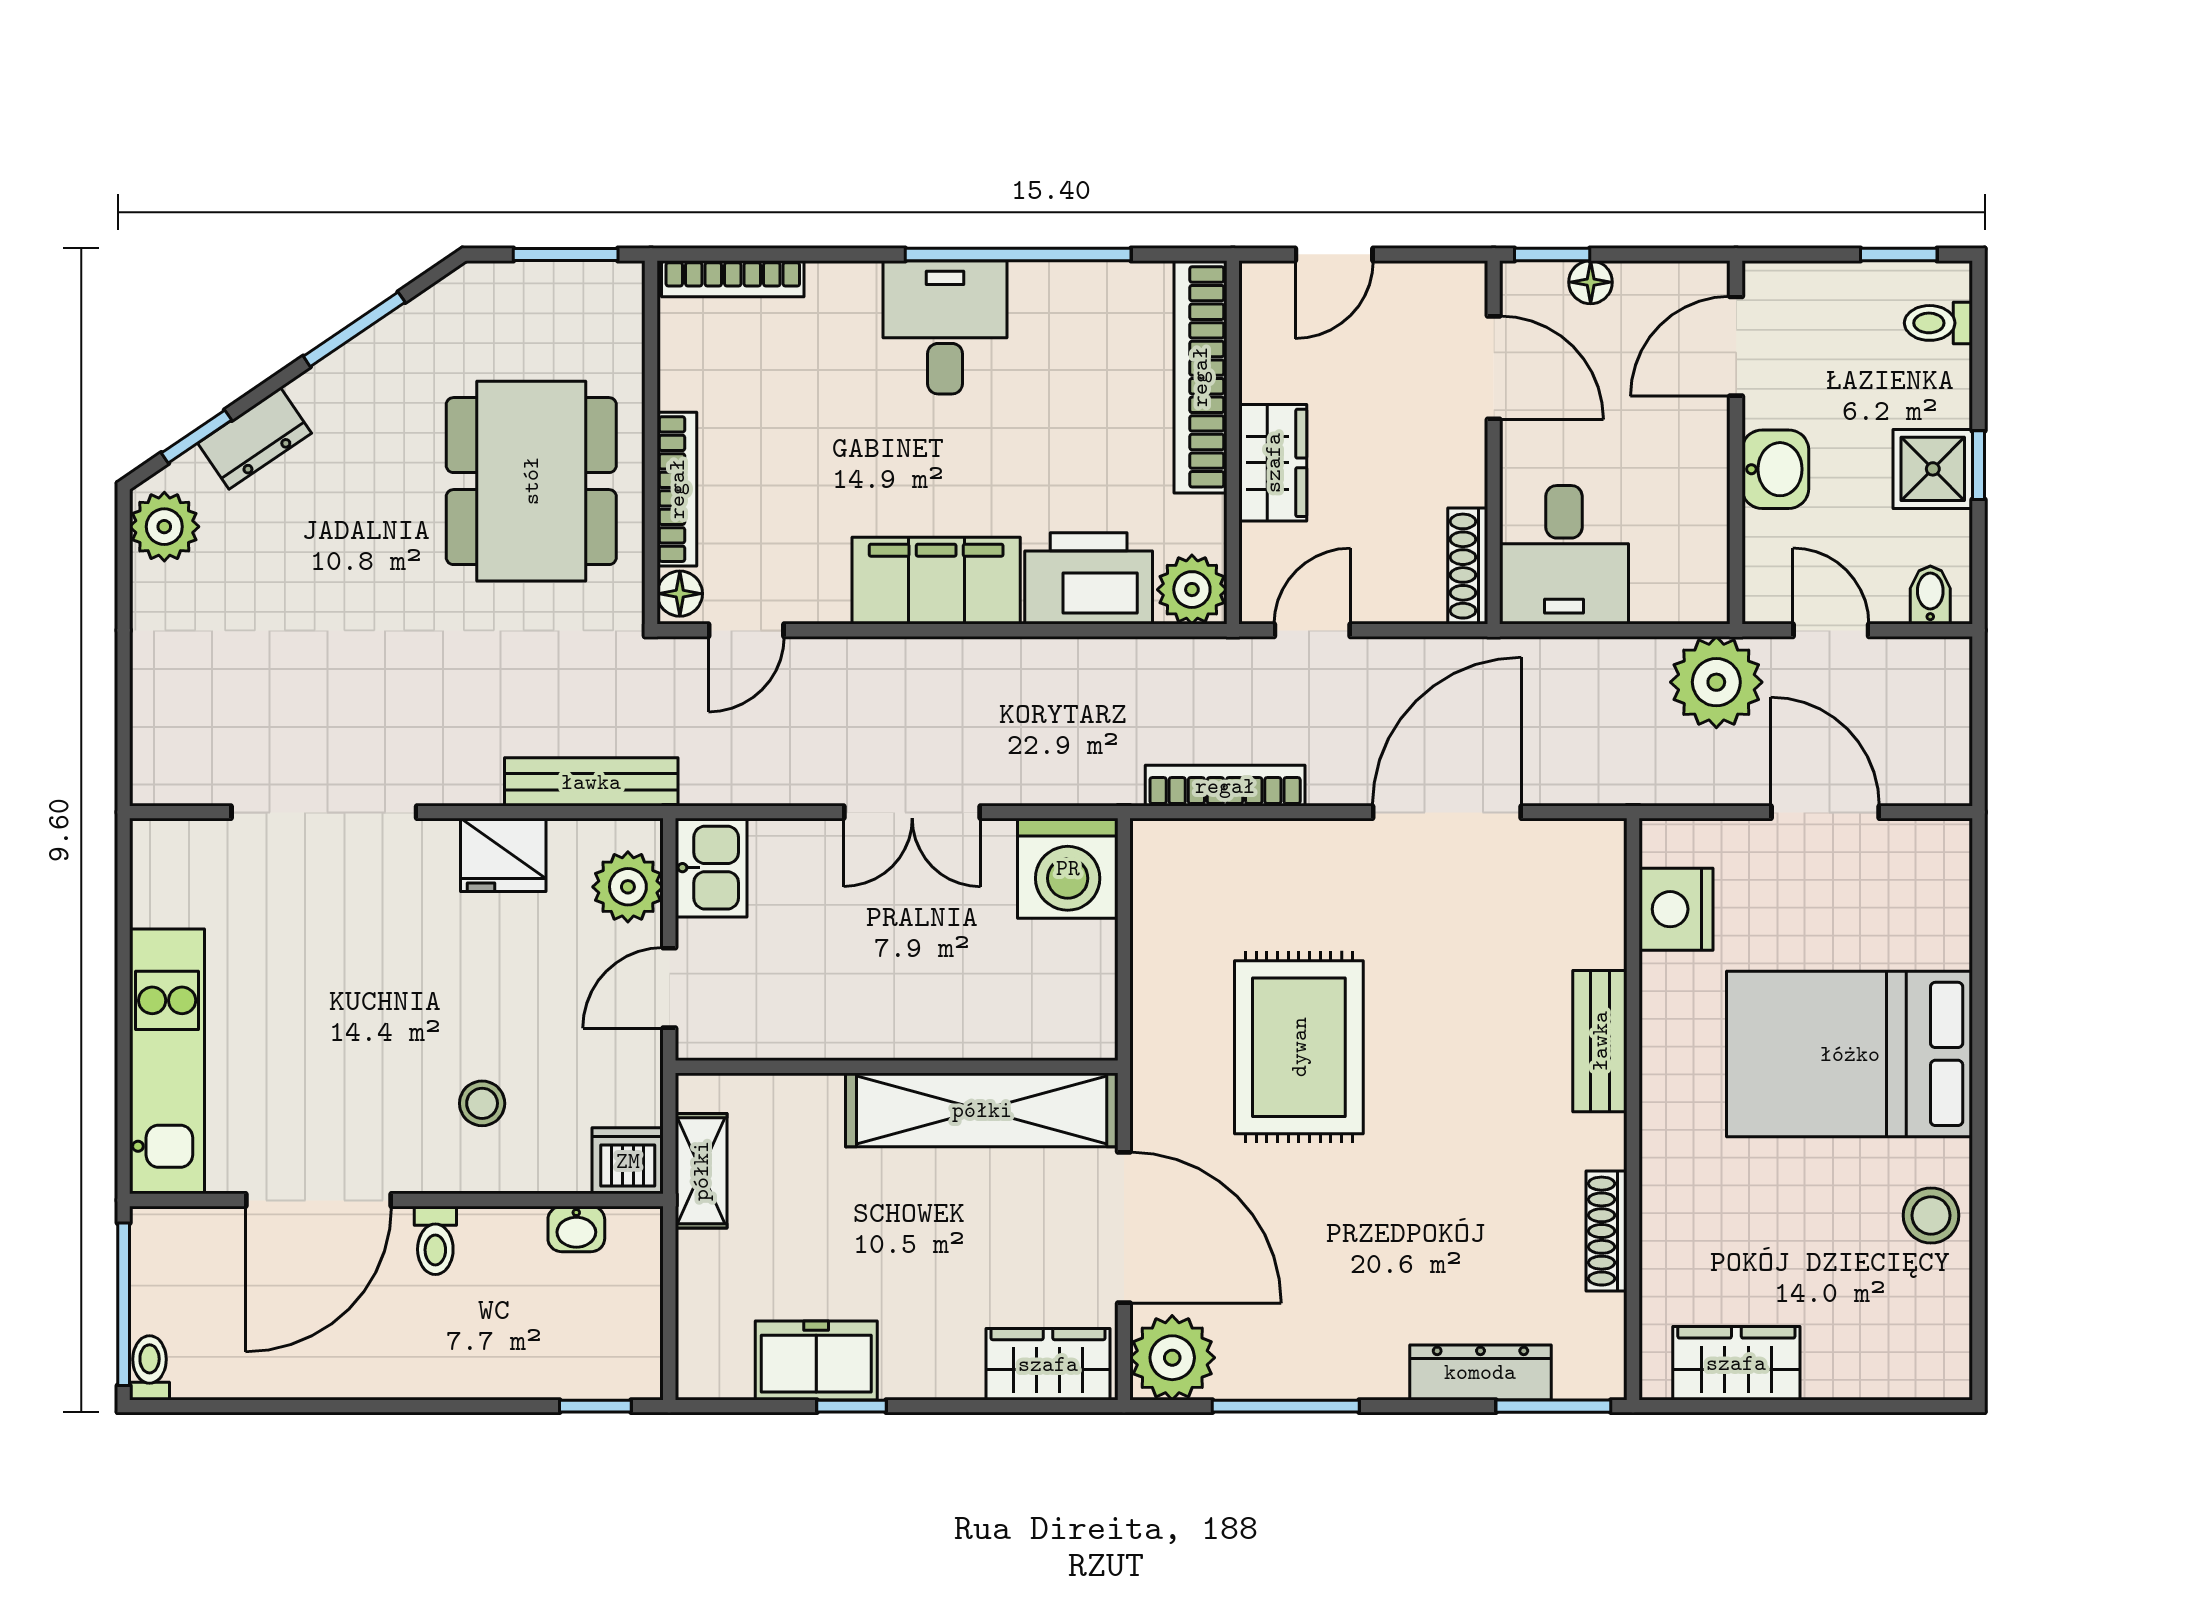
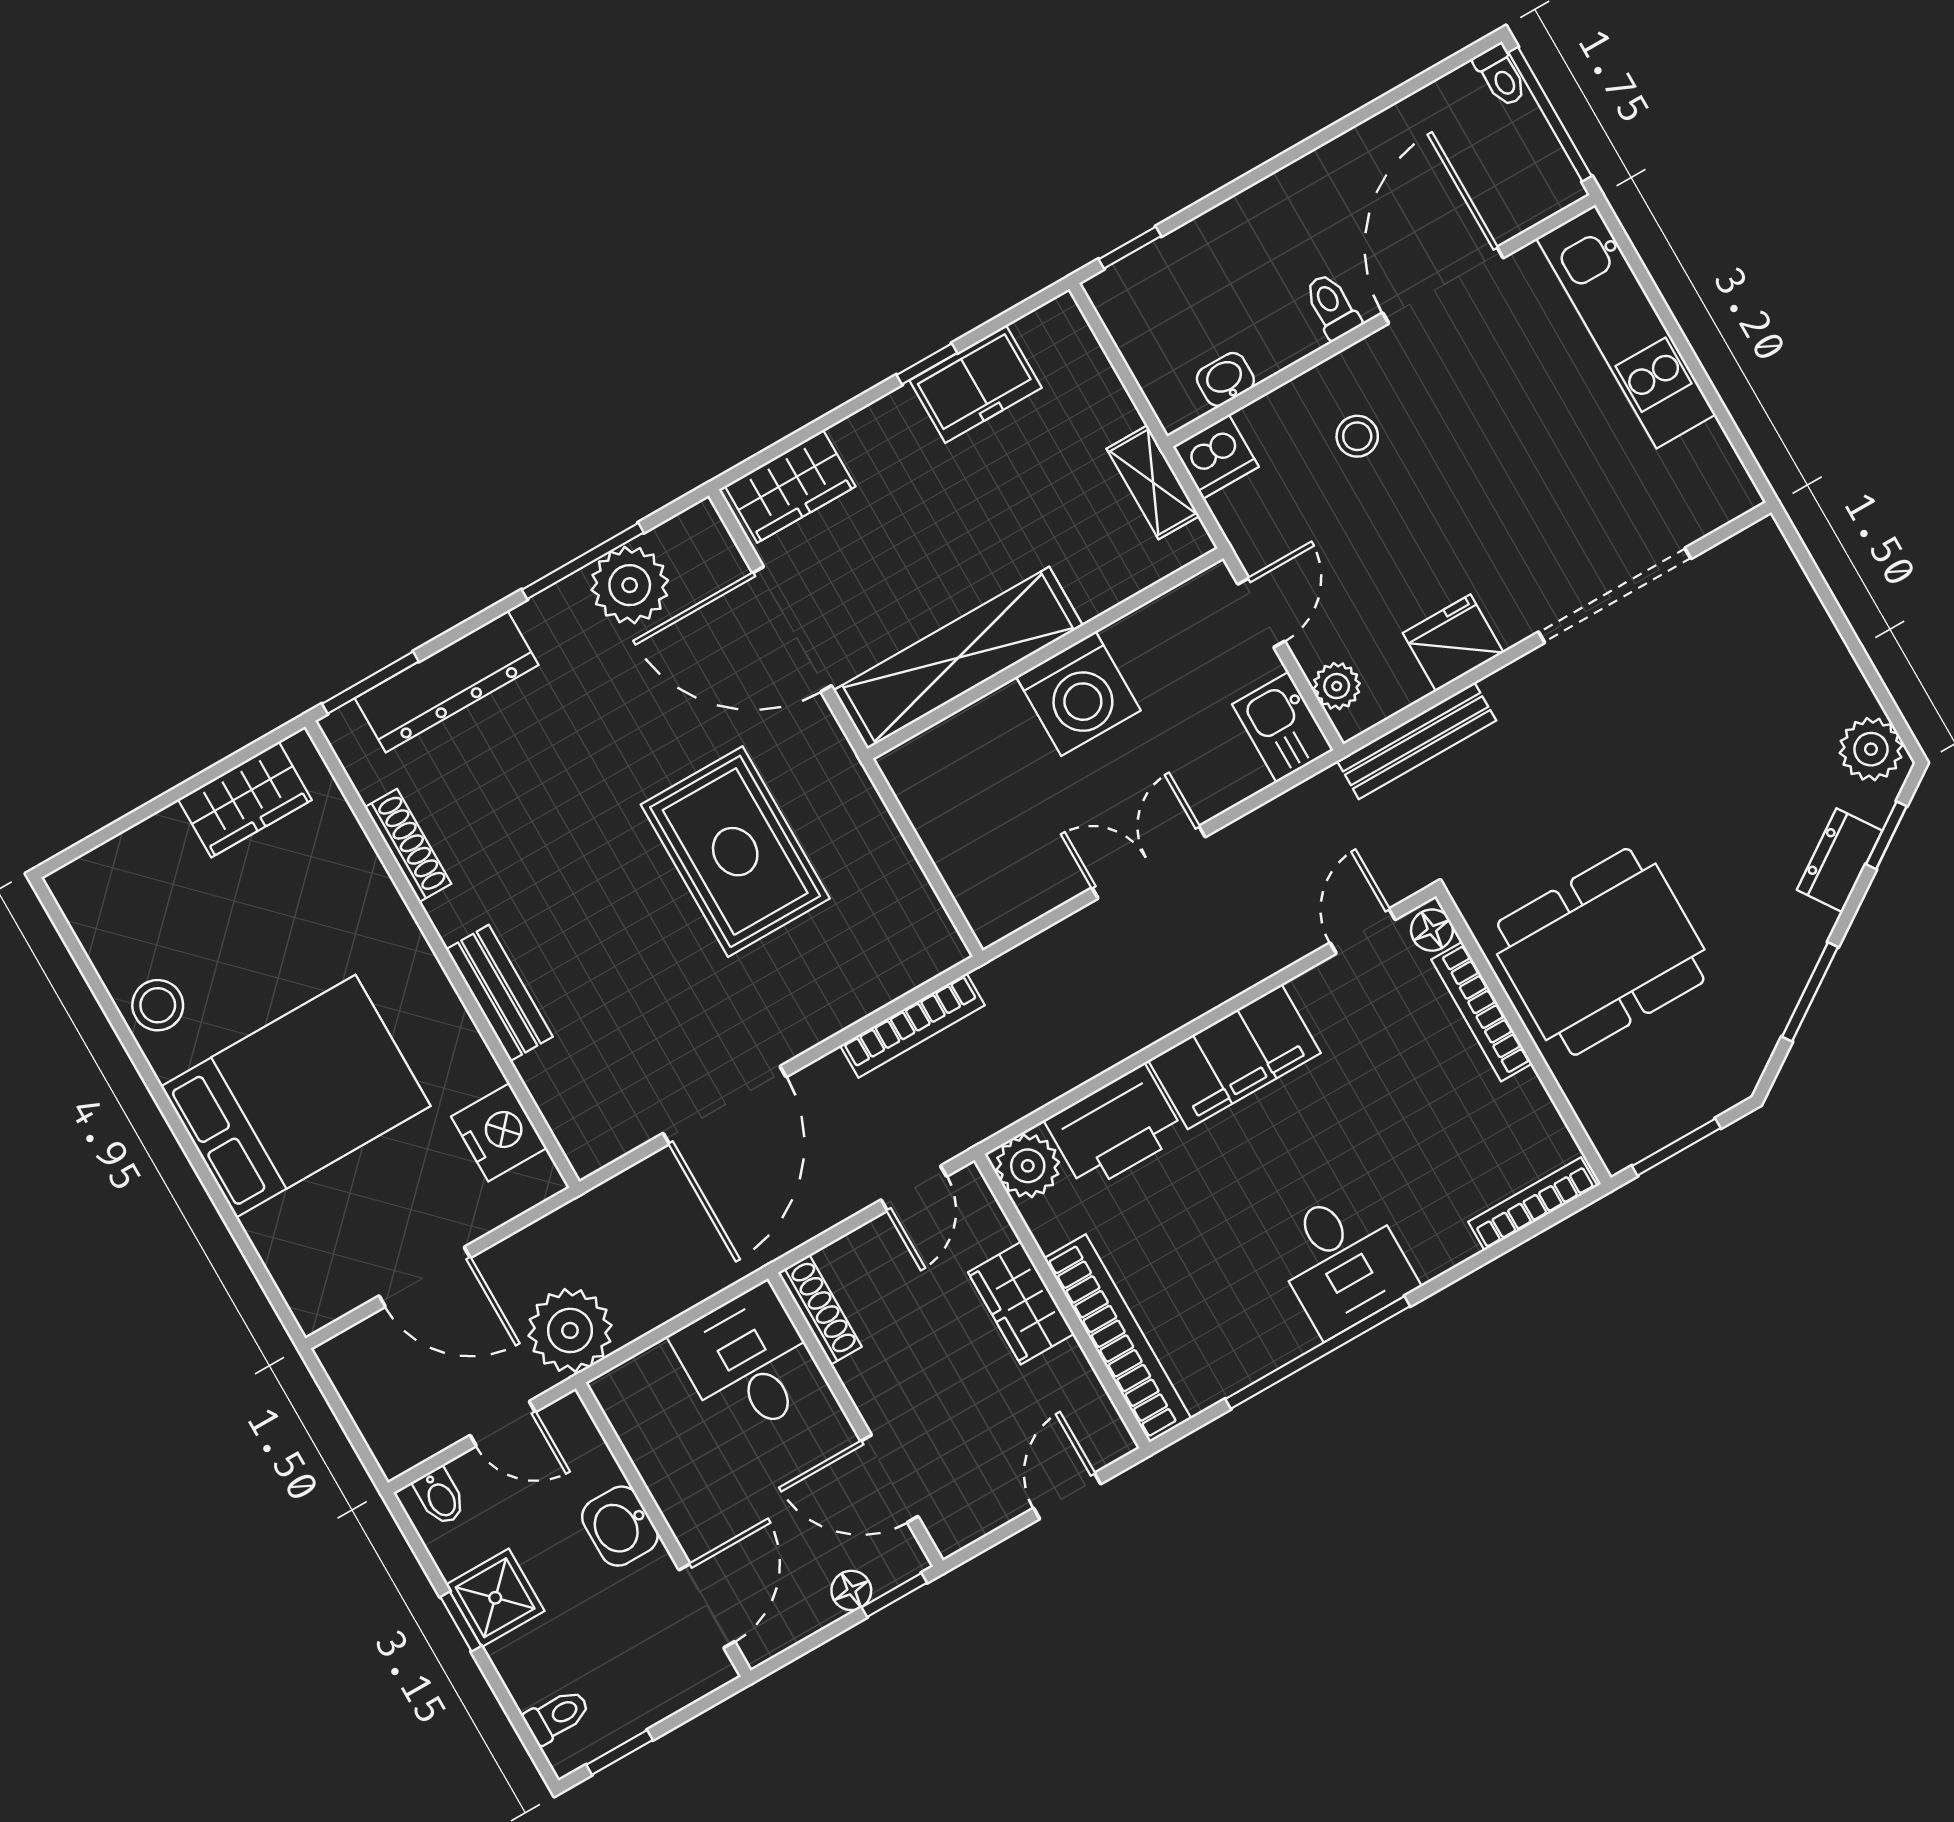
dining table: (531, 481) -> (1601, 952), turned 90
washing machine: (1068, 868) -> (1078, 694), moved, turned 180
plant: (628, 887) -> (1337, 686), width x0.73, depth x0.73
plant: (1172, 1358) -> (630, 585), moved
dresser: (1480, 1372) -> (447, 682), width x1.37, depth x1.24

